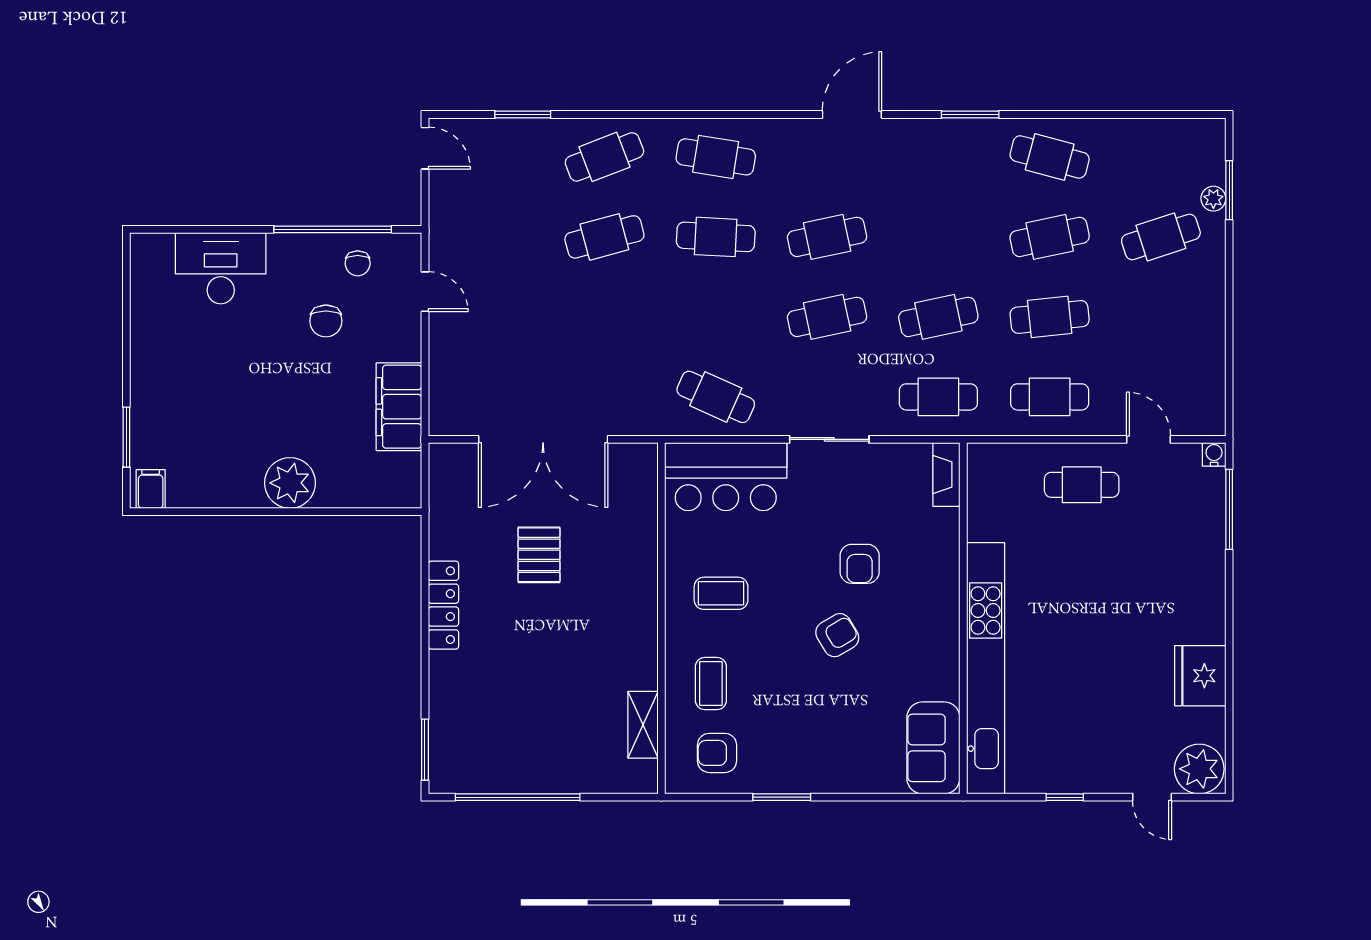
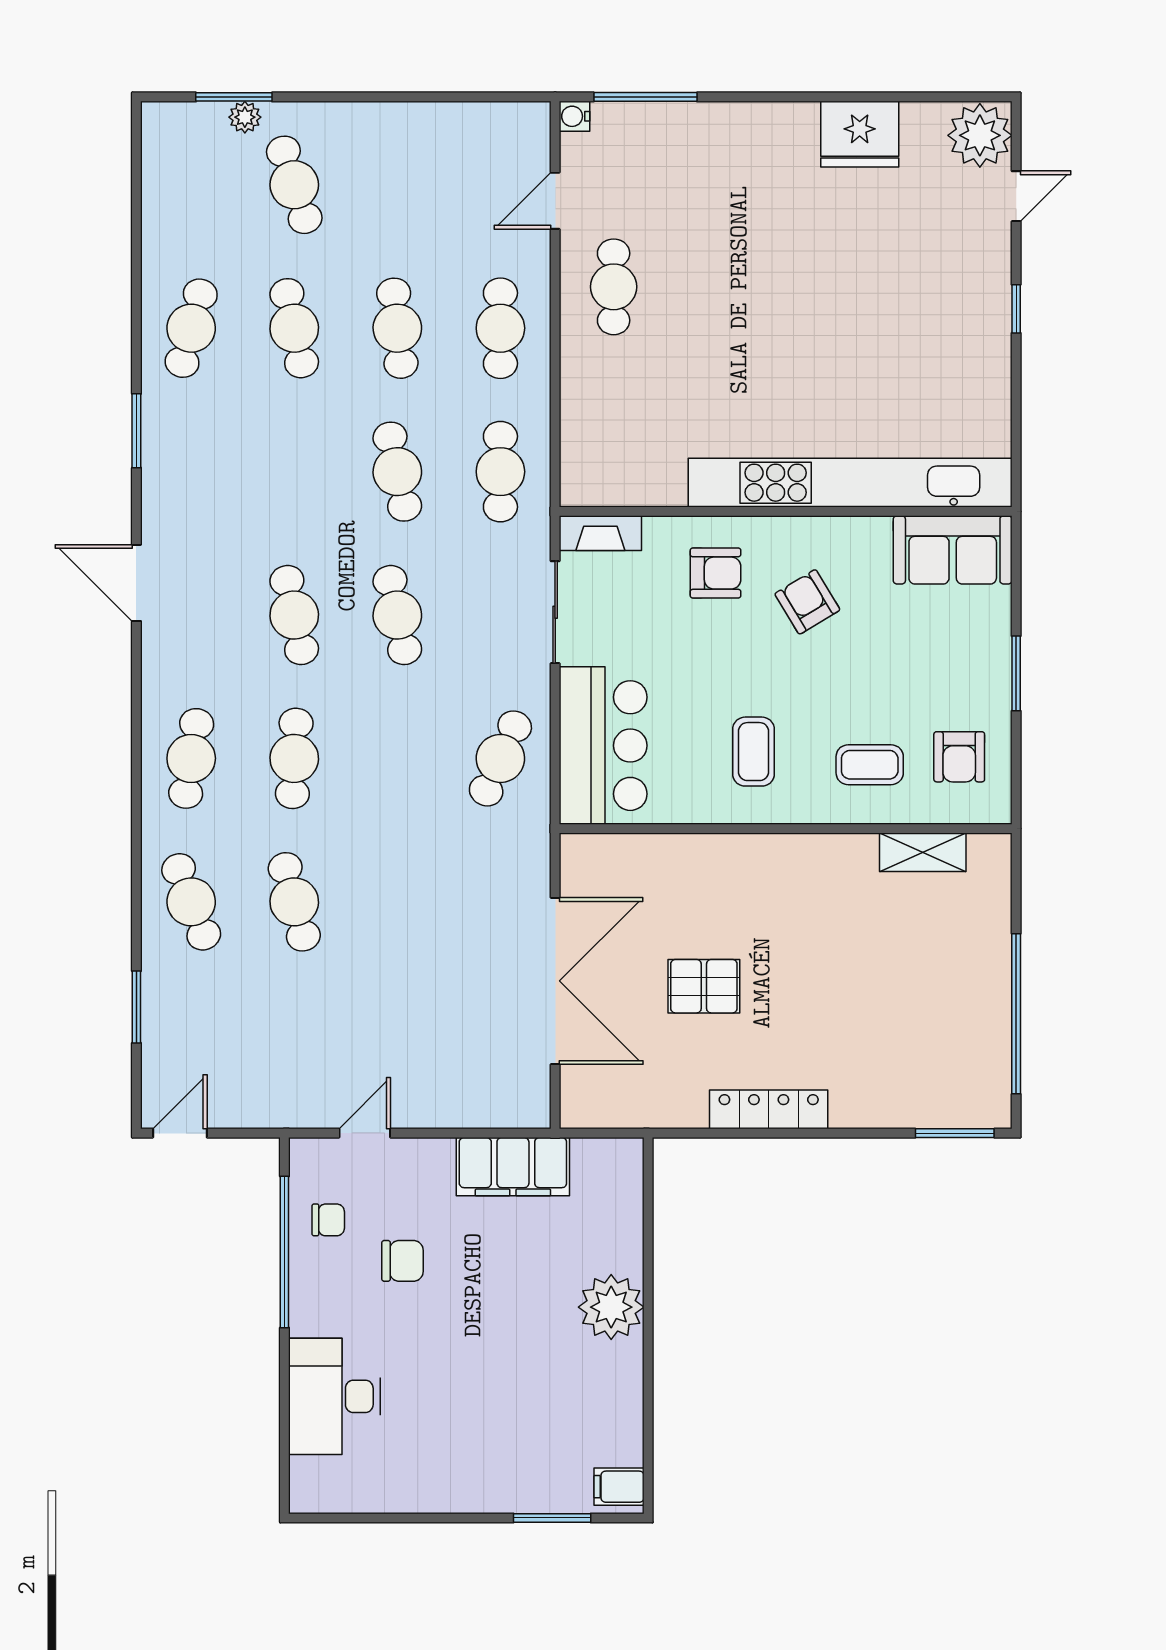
fireplace: (946, 474) -> (600, 533), moved
wall: (963, 618) -> (786, 511), moved
kitchen unit: (986, 668) -> (850, 483), moved
sofa: (933, 748) -> (953, 550), moved

